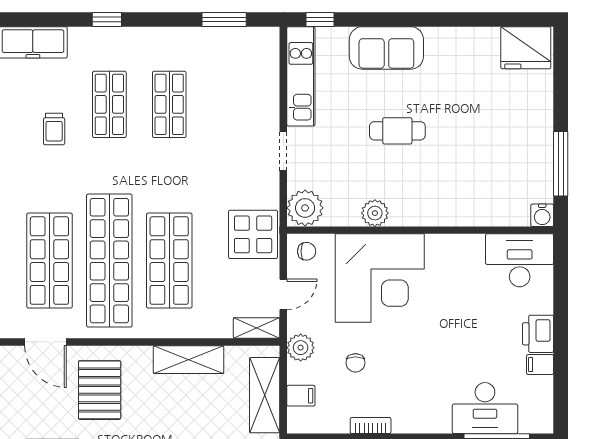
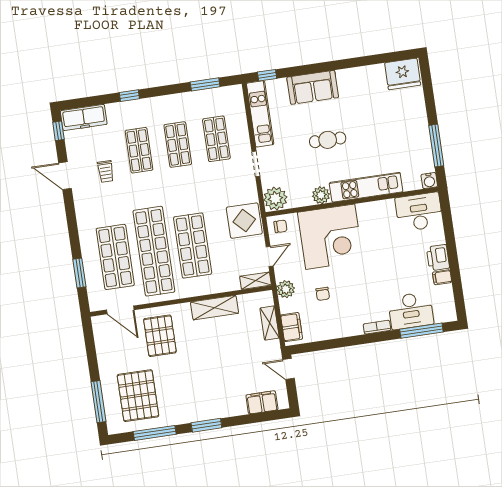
shop shelf: (229, 104) -> (216, 139), added
kitchen unit: (445, 211) -> (366, 187), added
shelving: (265, 395) -> (270, 323), width x0.67, depth x0.75
filing cabinet: (301, 396) -> (292, 327), width x2.00
bookcase: (371, 426) -> (377, 327), moved

